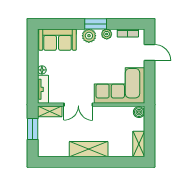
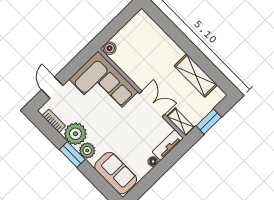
plant: (107, 34) -> (75, 134), width x1.88, depth x1.88
shelving: (139, 144) -> (136, 23), removed
shelving: (89, 149) -> (196, 75), moved

